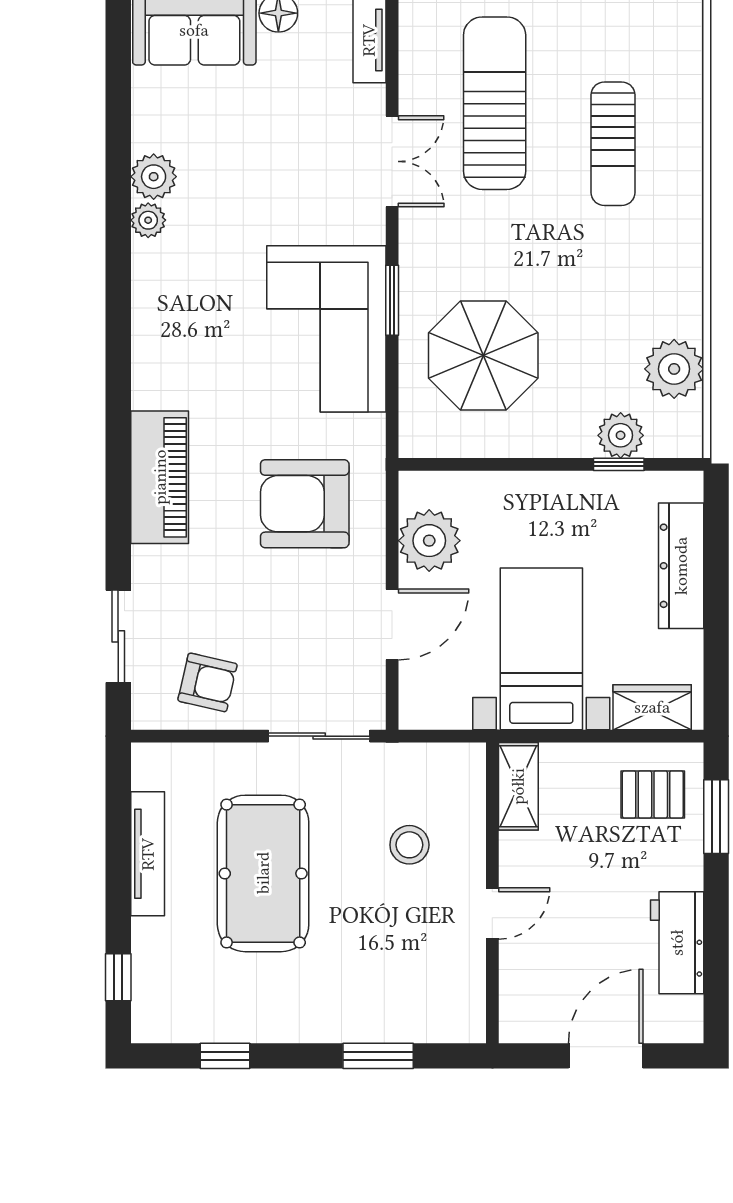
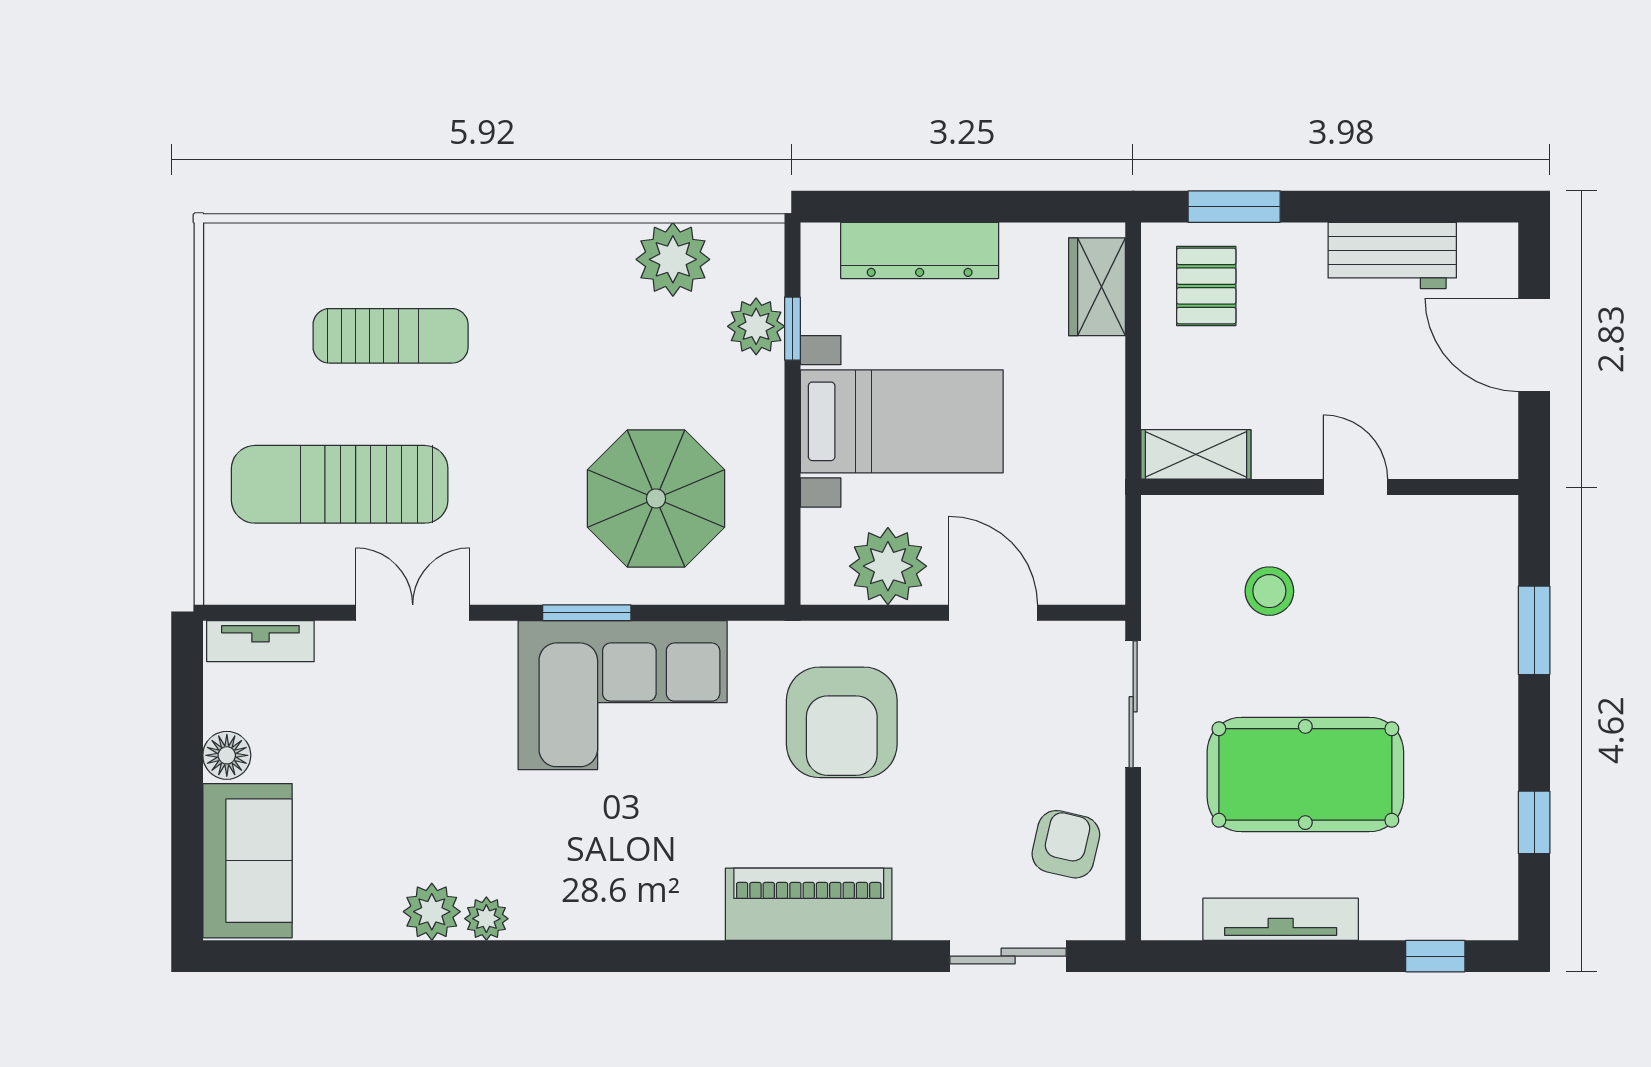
bed with nightstands: (541, 649) -> (902, 421), moved, turned 180

